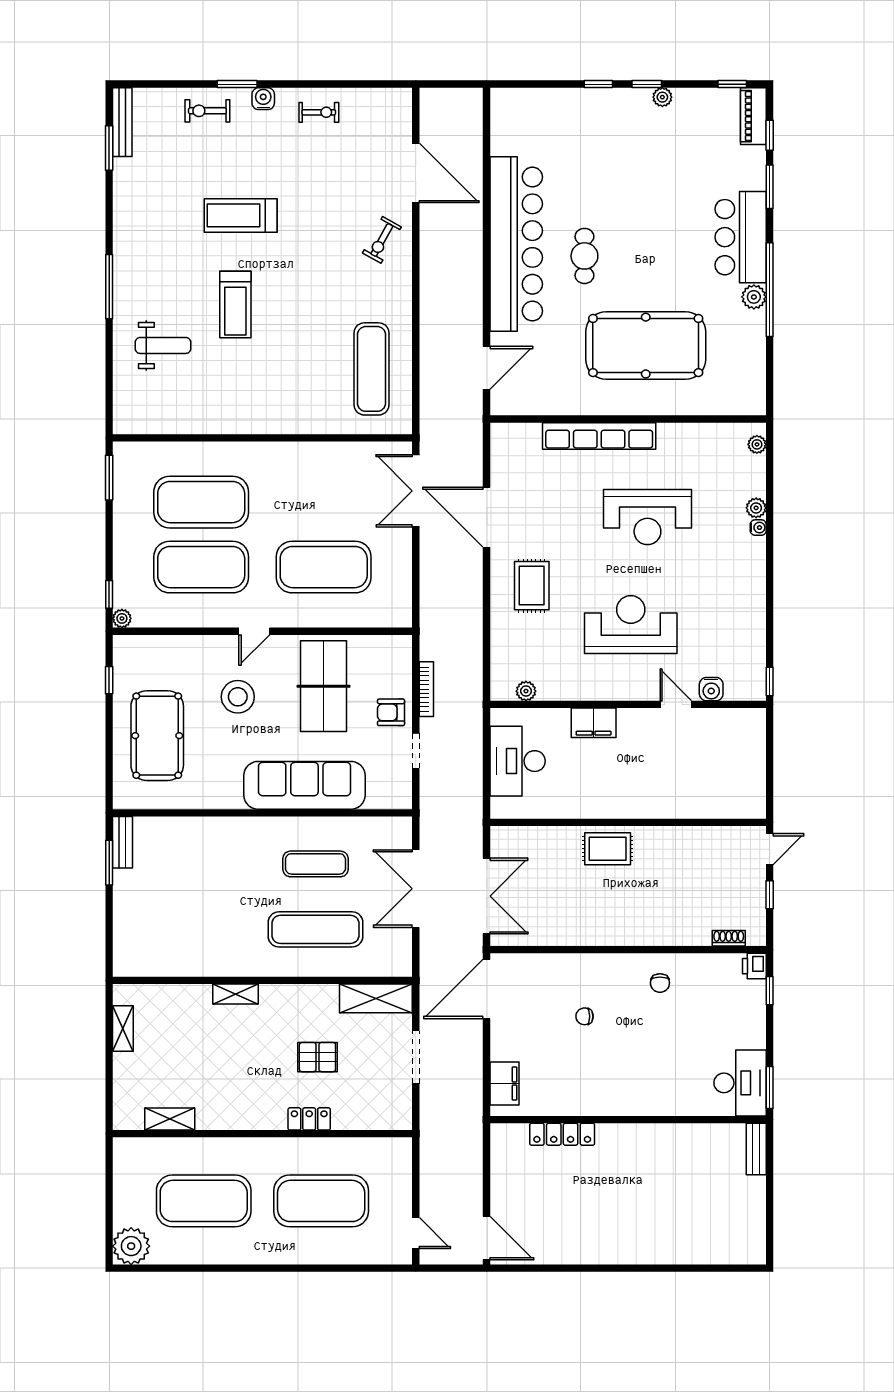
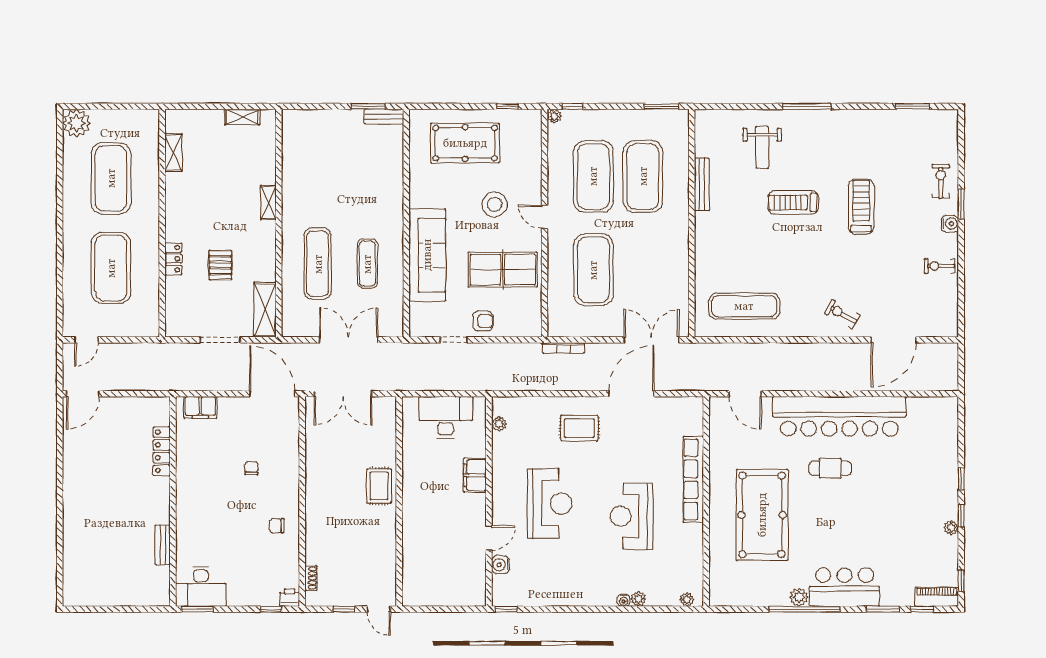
exercise bike: (319, 112) -> (940, 266), turned 90
bench: (122, 122) -> (702, 184), moved, turned 90
bookcase: (426, 689) -> (563, 348), moved
armchair: (391, 712) -> (483, 321), turned 90
bench: (756, 1149) -> (163, 545), moved, turned 90

